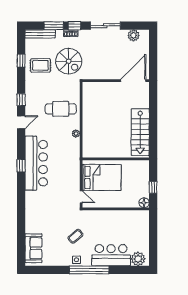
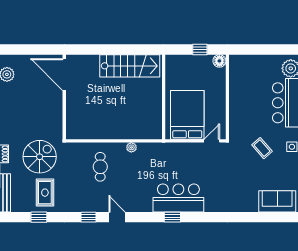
cafe table: (61, 109) -> (100, 167), width x0.73, depth x0.74
bar counter: (36, 163) -> (178, 198), width x0.73

